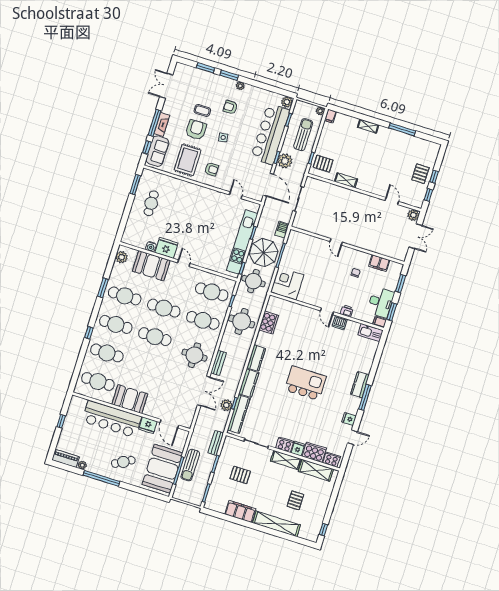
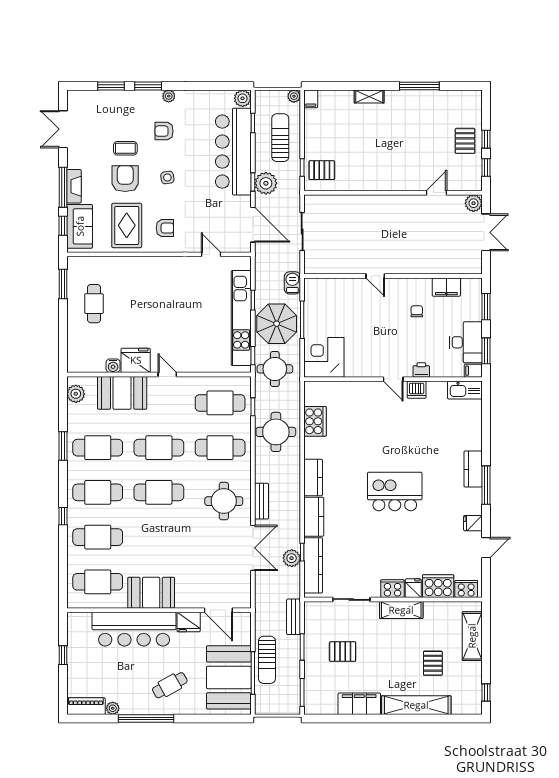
shelving: (346, 180) -> (362, 184), removed
door: (392, 201) -> (436, 193), hinge flipped
shelving: (316, 470) -> (472, 636), moved, turned 90

